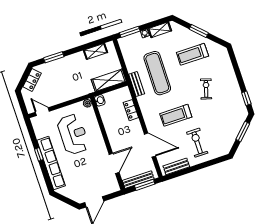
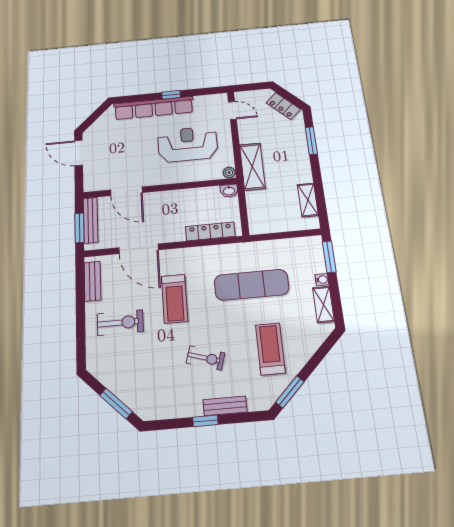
window: (199, 31) -> (290, 392), moved
shelving: (109, 80) -> (252, 166), moved
bench: (137, 84) -> (225, 406), moved
window: (246, 98) -> (205, 421), moved
locker: (131, 110) -> (210, 231), width x1.53
door: (42, 112) -> (232, 110), hinge flipped
treadmill: (176, 115) -> (175, 299), turned 180
reception desk: (73, 134) -> (188, 144), turned 180
door: (150, 145) -> (139, 249), hinge flipped

